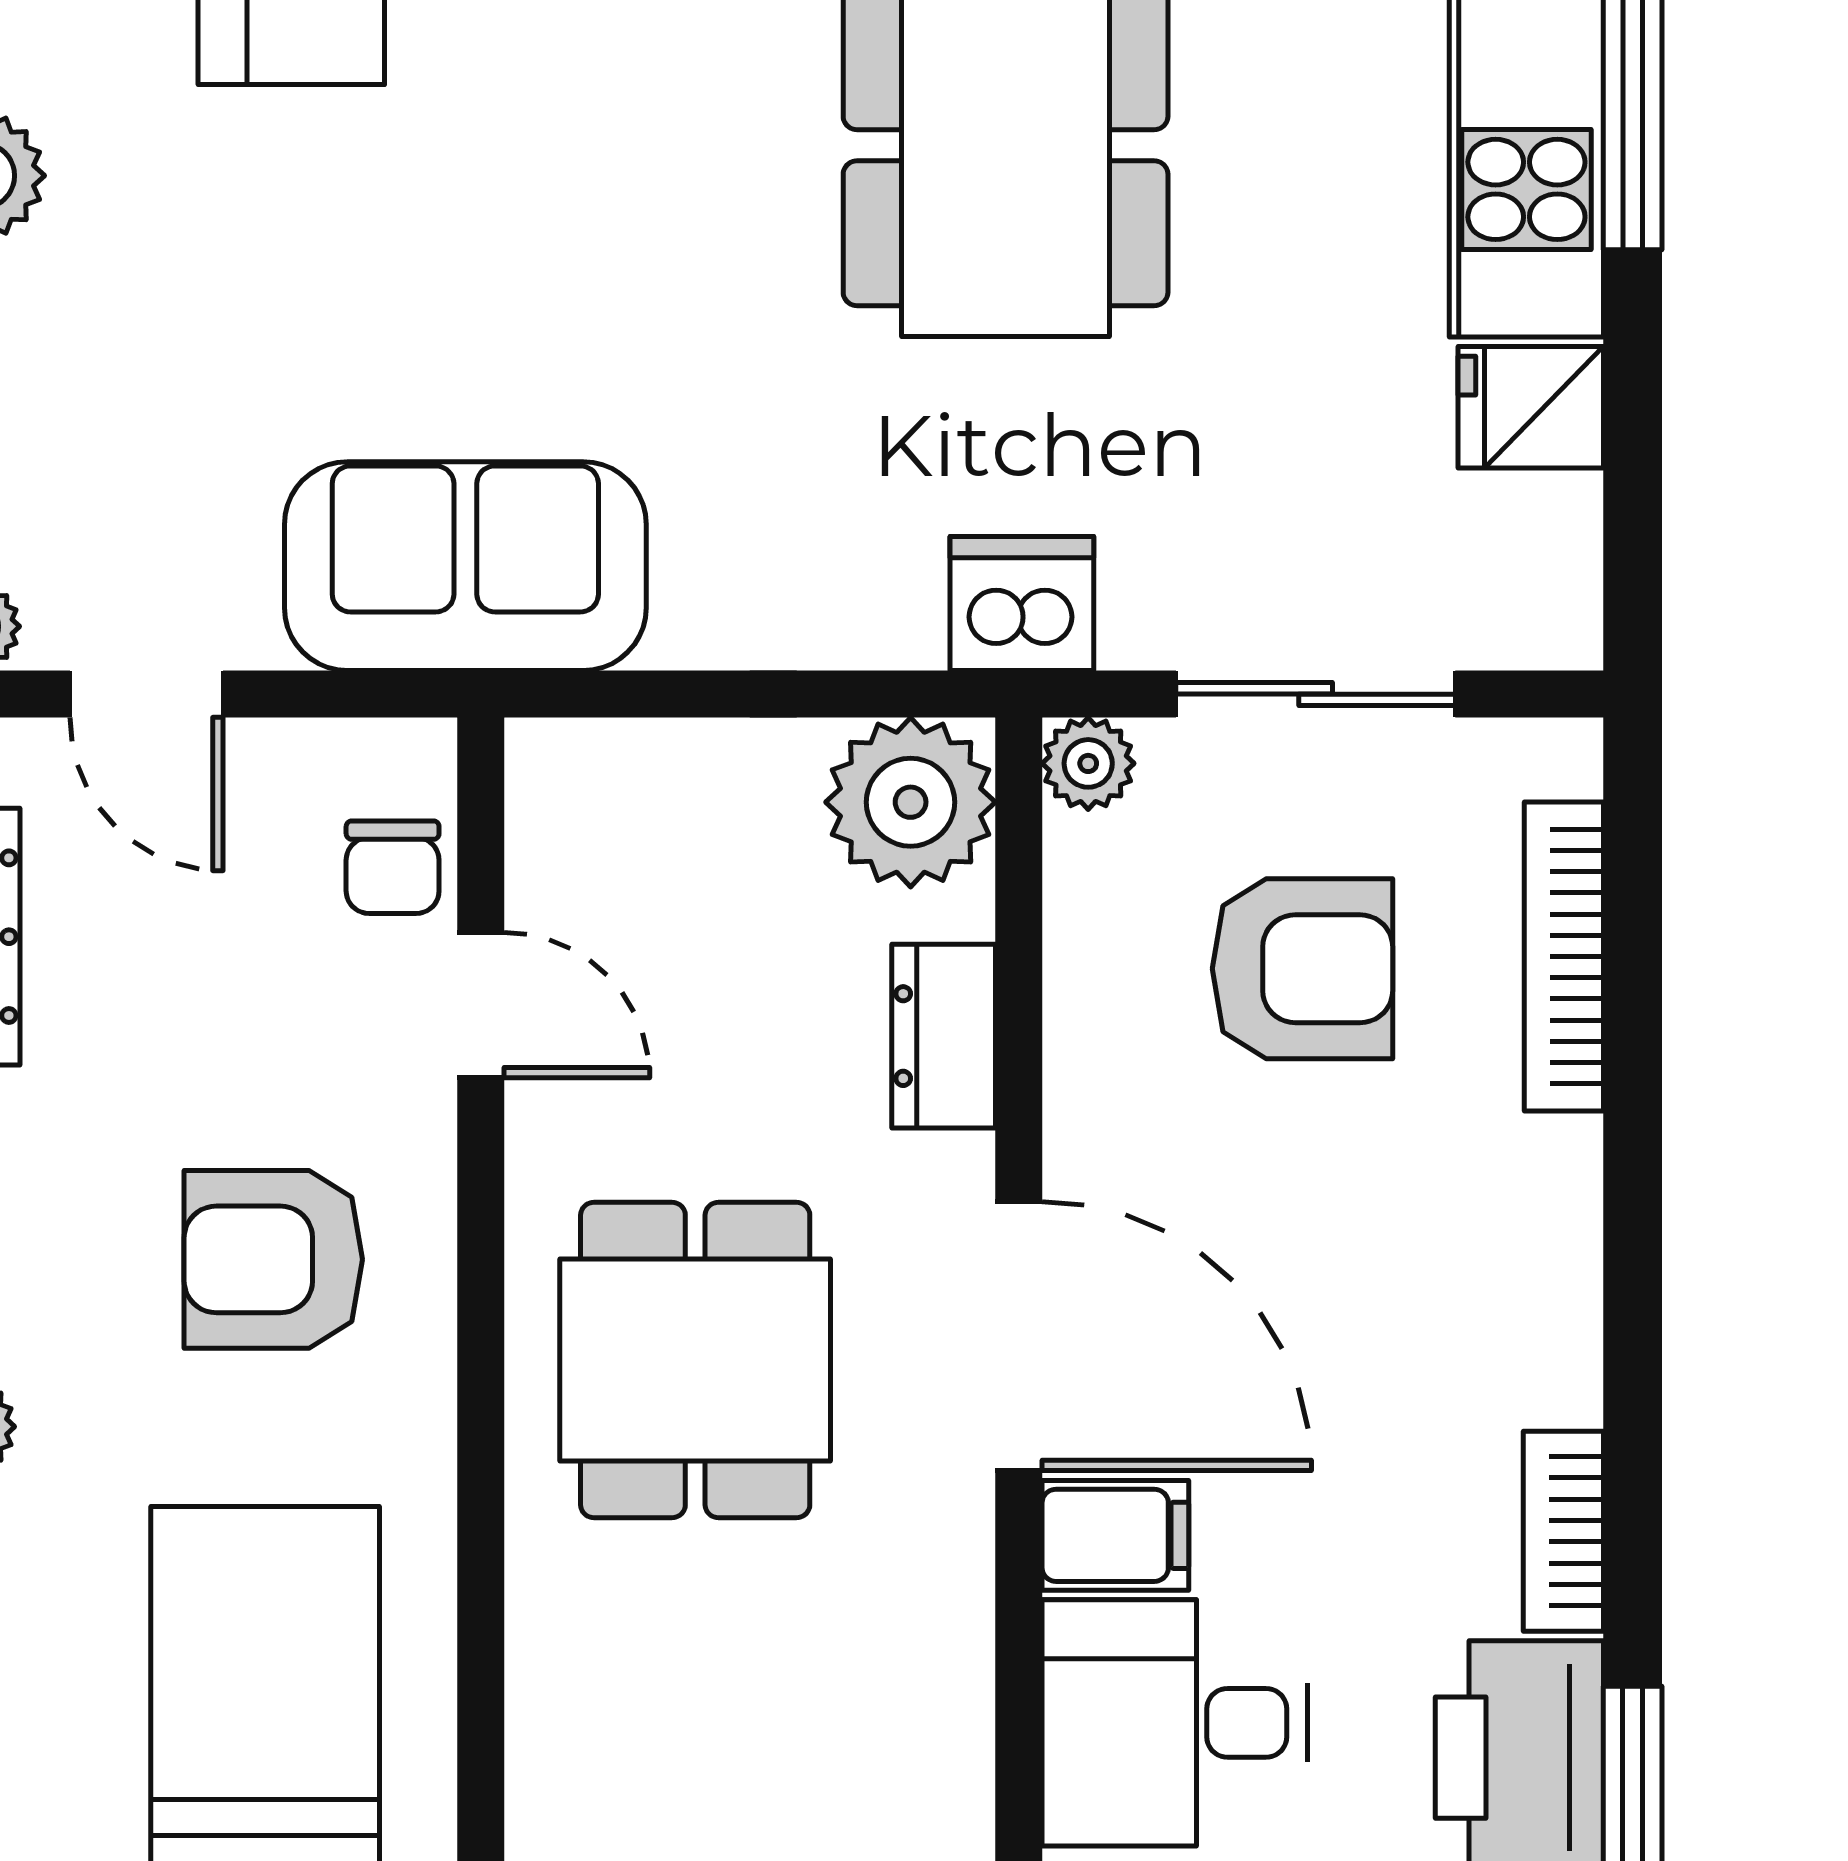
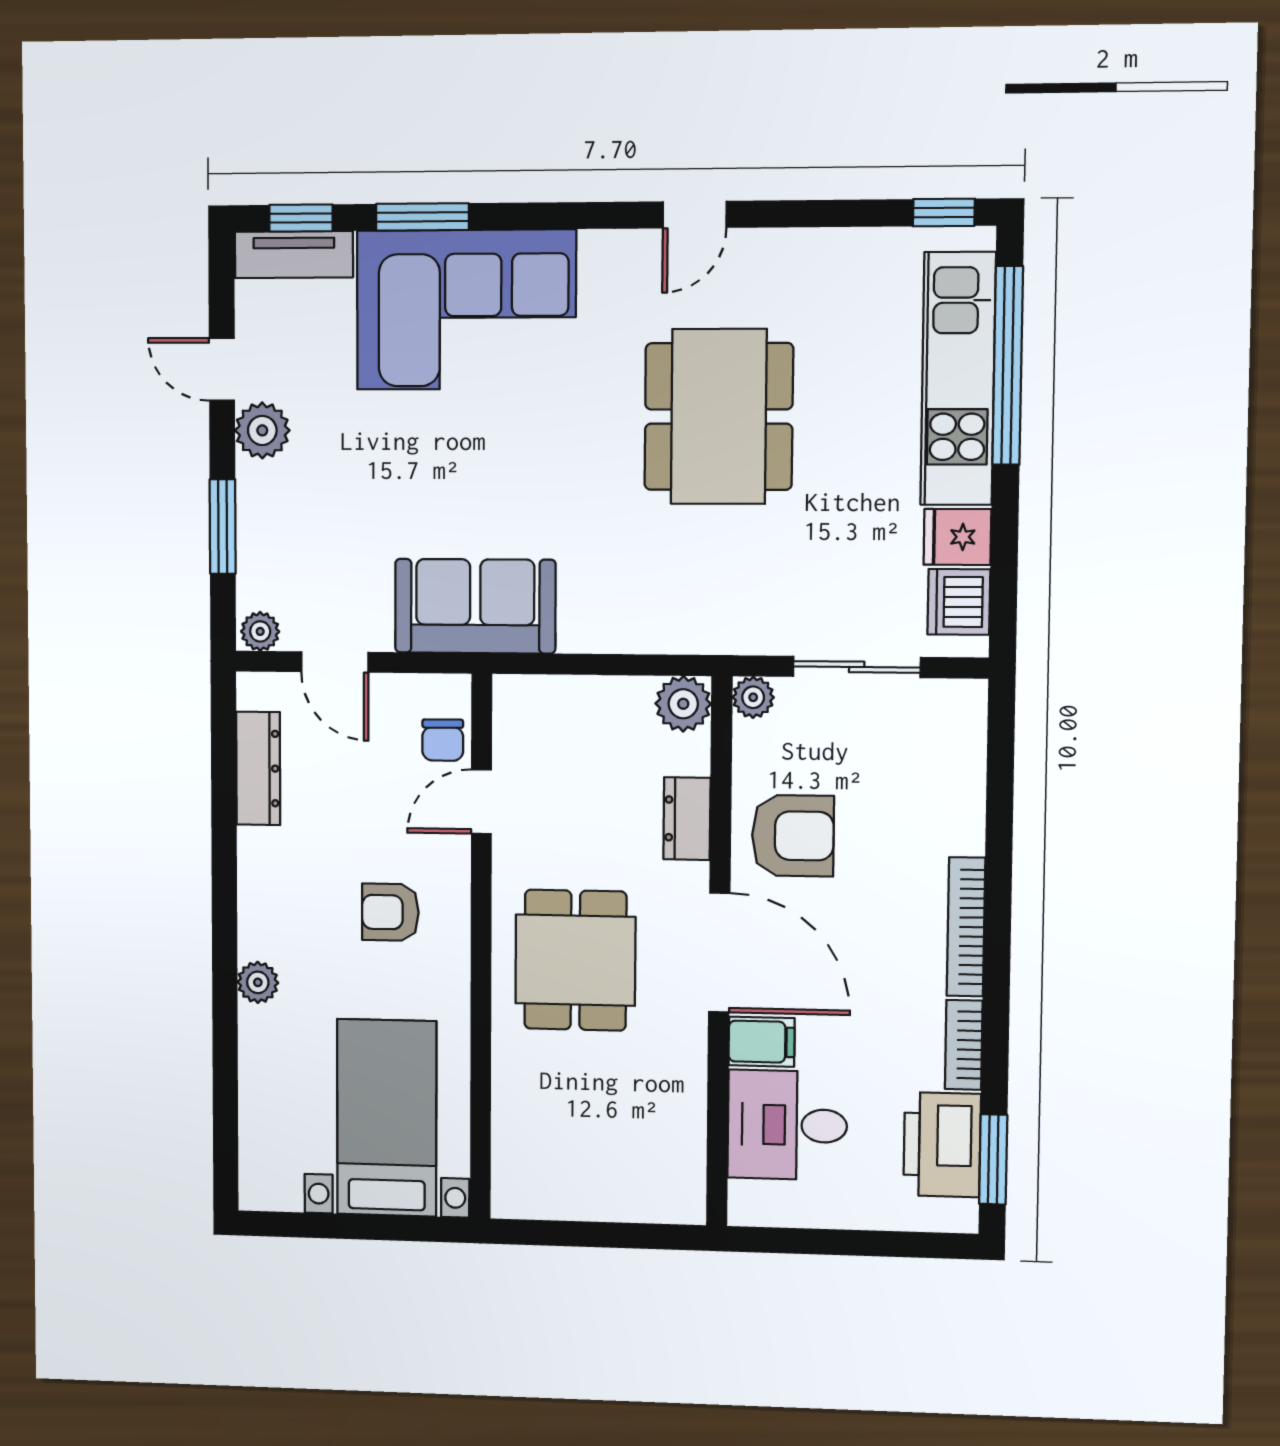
dishwasher: (1022, 603) -> (959, 602), moved, turned -90
plant: (911, 802) -> (683, 704), width x0.73, depth x0.73
bookcase: (1564, 956) -> (966, 927), moved
armchair: (1302, 969) -> (793, 836), moved
door: (481, 1005) -> (481, 802), swing flipped
armchair: (273, 1259) -> (390, 912), width x0.72, depth x0.72

